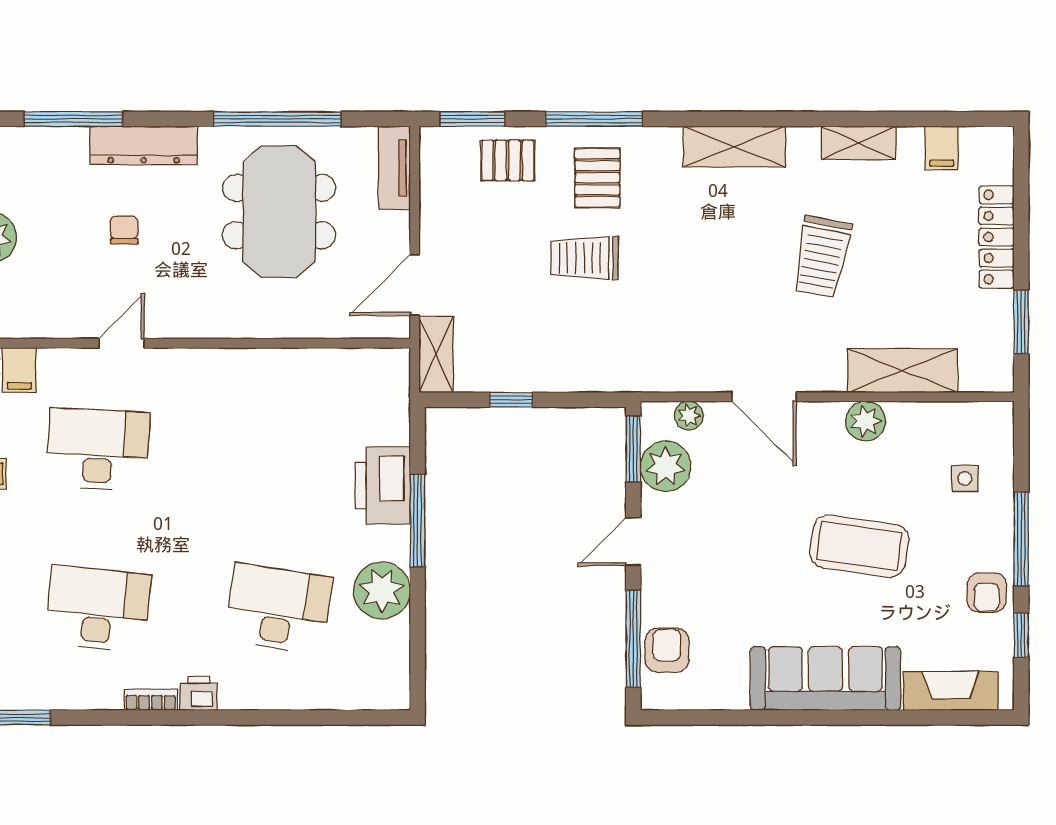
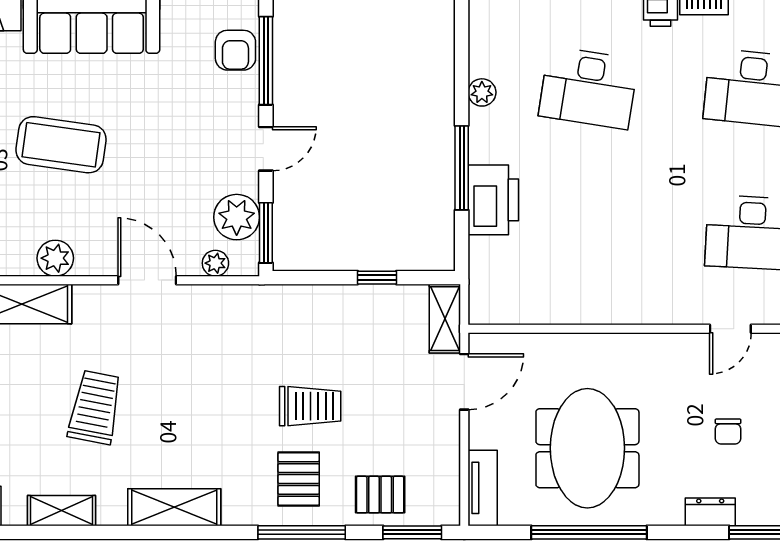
dresser: (144, 145) -> (710, 512), width x0.51, depth x0.80
plant: (382, 590) -> (482, 92), width x0.53, depth x0.53

